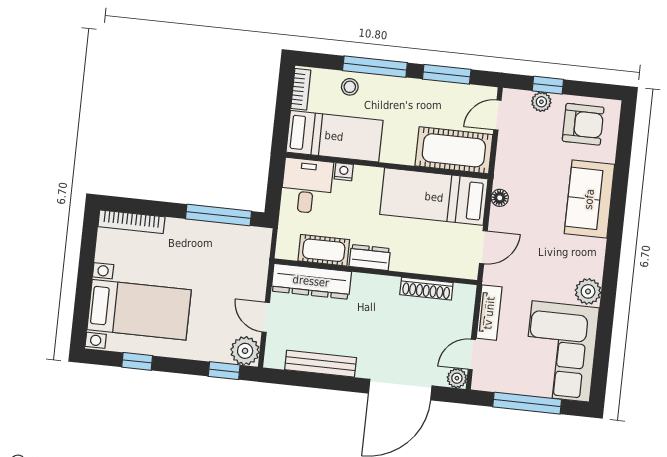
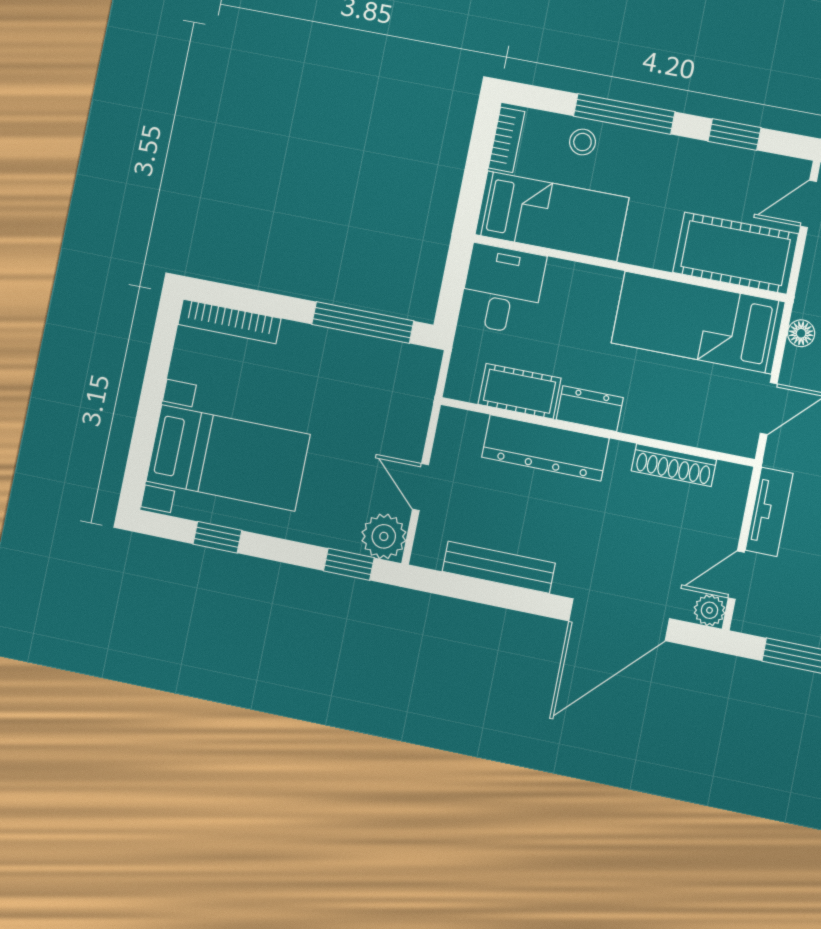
window: (447, 74) -> (734, 134), width x0.67
nightstand: (344, 172) -> (561, 272), removed
dresser: (311, 281) -> (545, 448), moved

